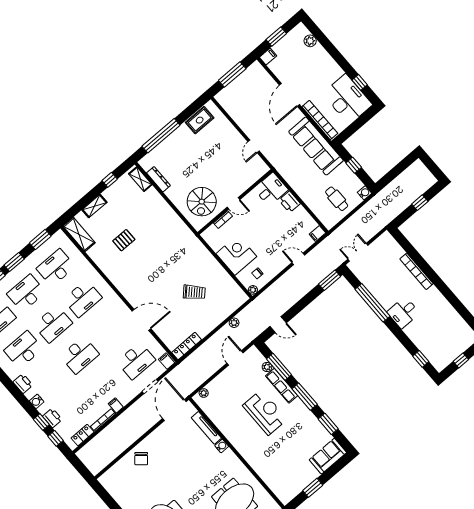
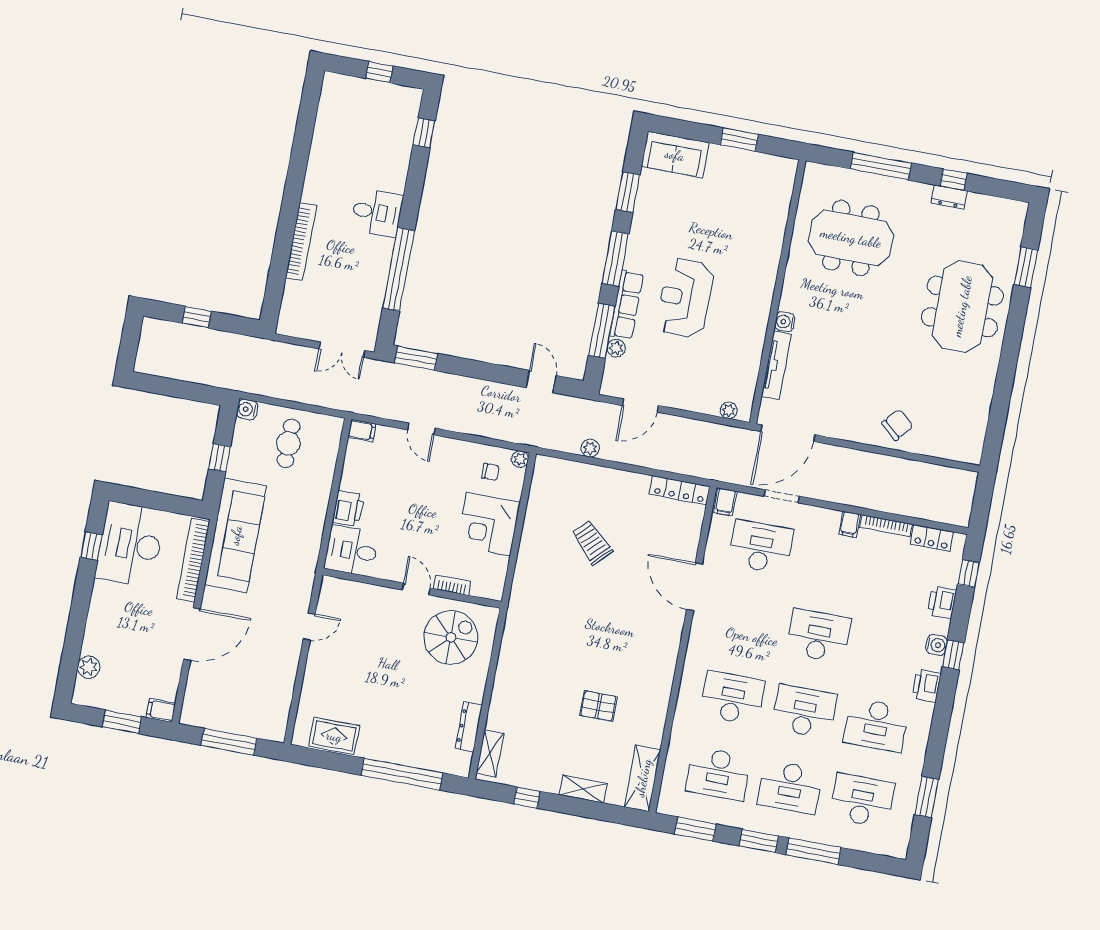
window: (41, 422) -> (953, 655), moved

